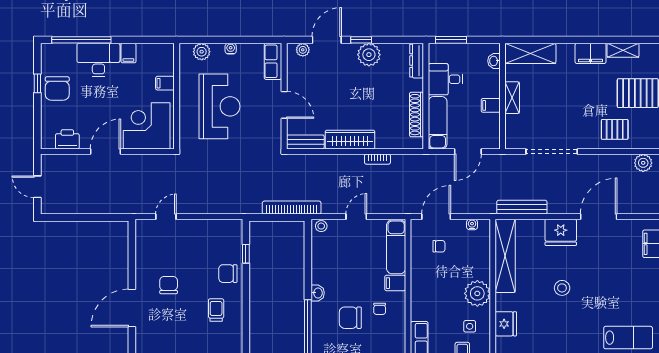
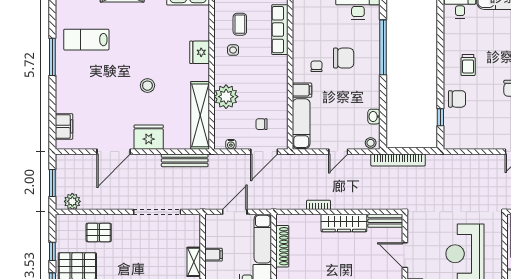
washbasin: (318, 293) -> (374, 117), moved
plant: (477, 293) -> (226, 97), moved

